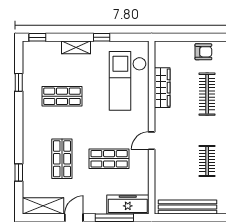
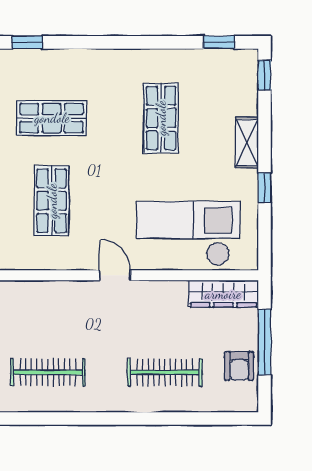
window: (190, 37) -> (264, 342), added
window: (19, 82) -> (219, 42), moved
wardrobe: (162, 88) -> (223, 294), moved
door: (152, 141) -> (115, 275), moved
clothes rail: (207, 161) -> (48, 372), width x1.36

